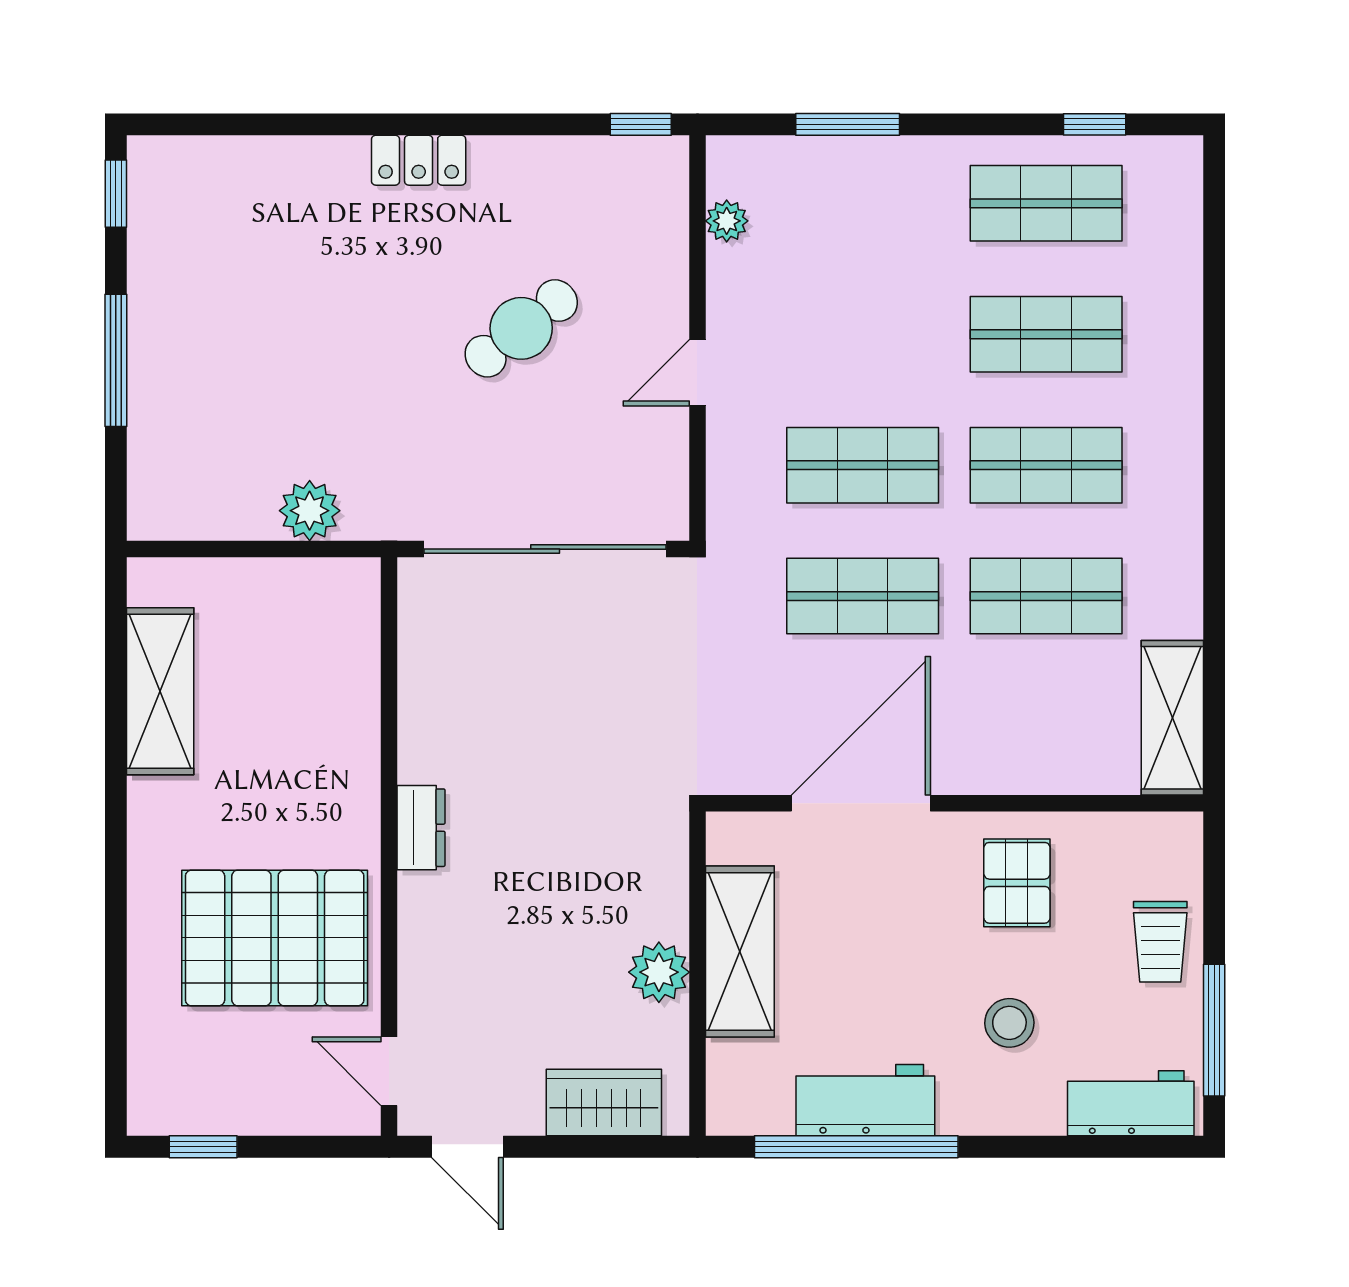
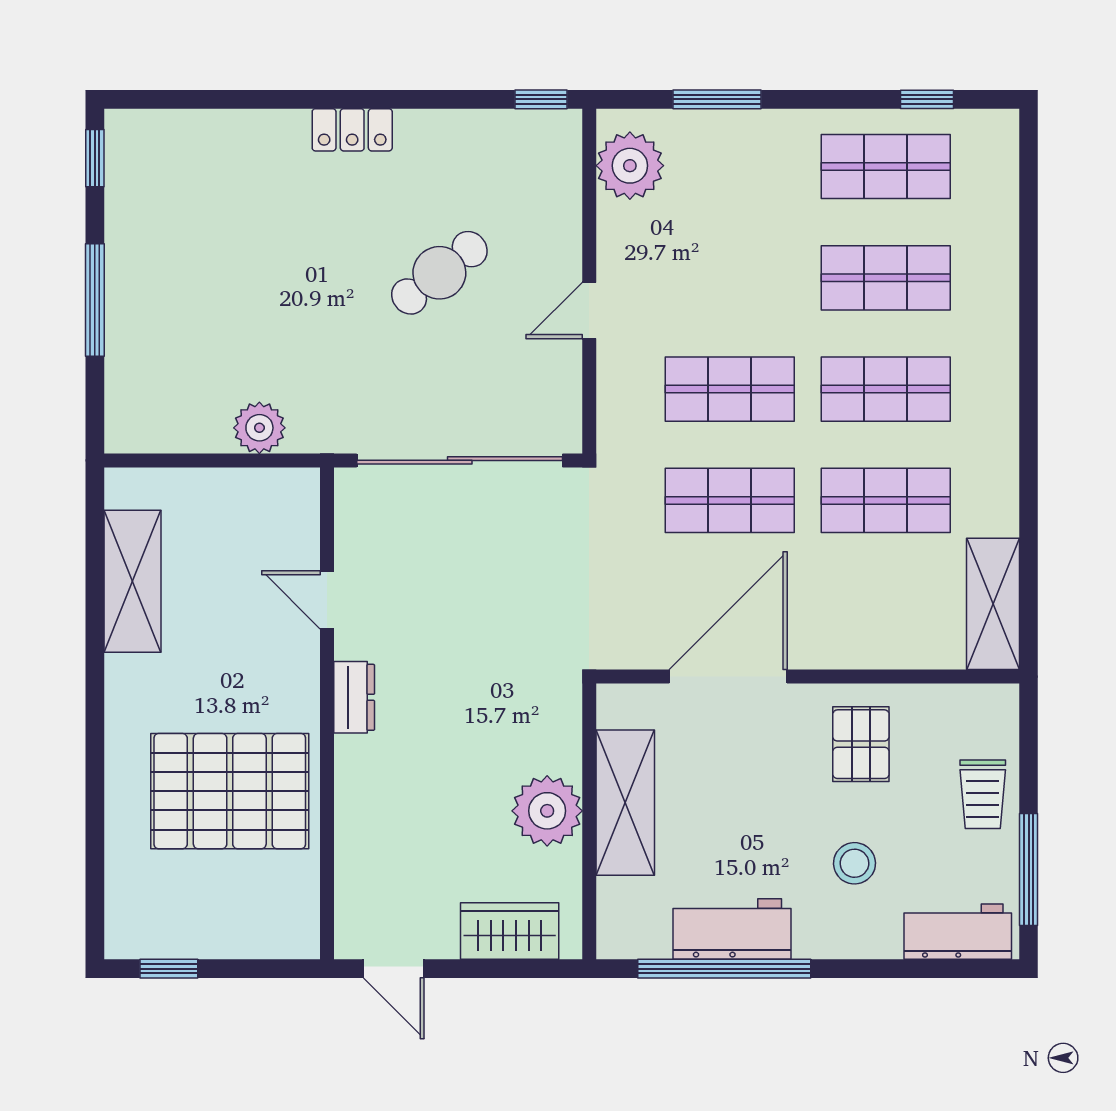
plant: (727, 221) -> (630, 166), width x1.88, depth x1.88
plant: (659, 972) -> (547, 811), width x1.36, depth x1.36
door: (389, 1071) -> (327, 600), moved

